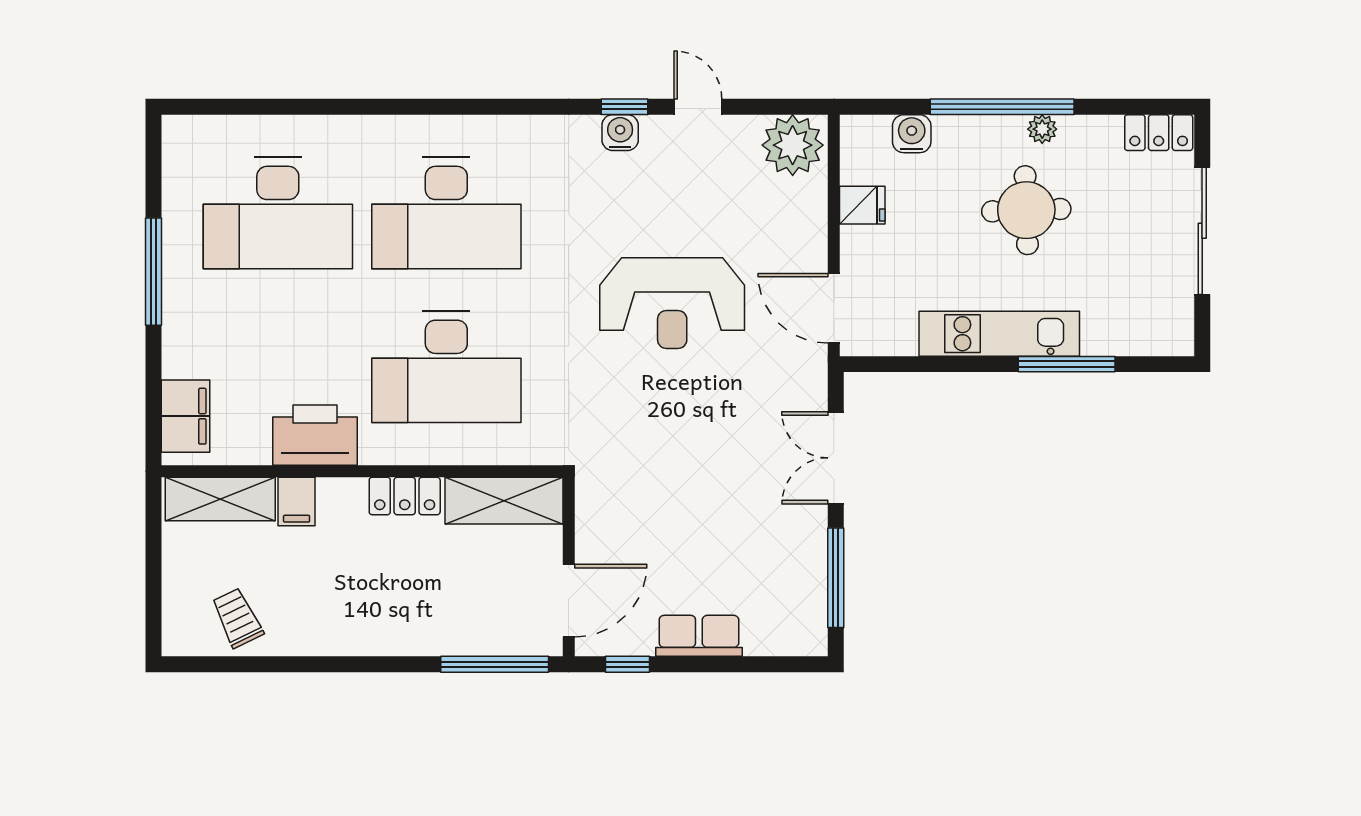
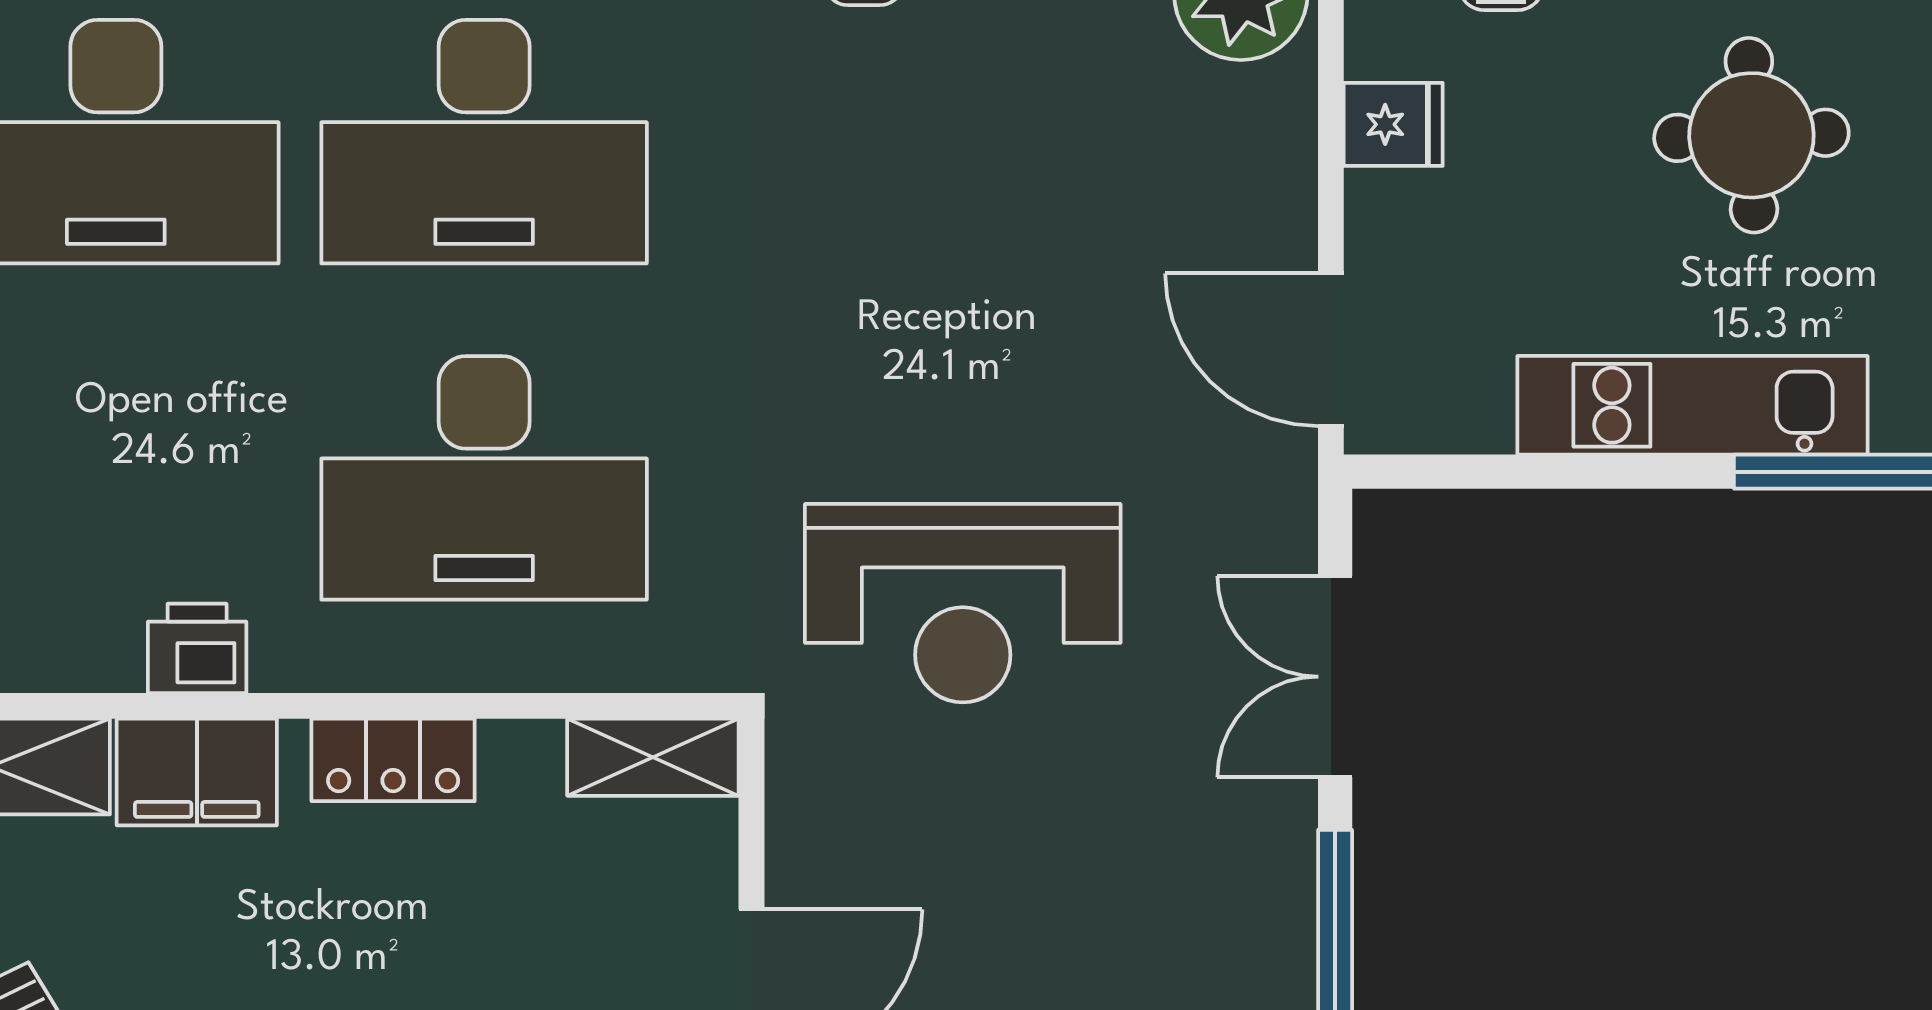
reception desk: (672, 303) -> (963, 603), moved
printer: (315, 435) -> (197, 648), width x0.53, depth x0.68
shelving: (504, 501) -> (653, 757), width x0.67, depth x0.75
filing cabinet: (297, 502) -> (197, 772), width x2.00

